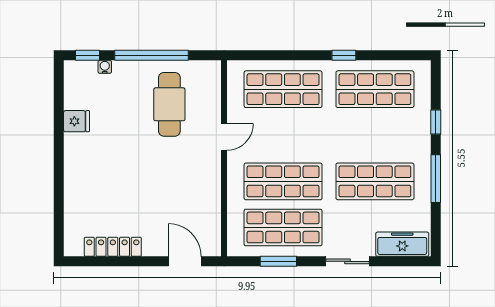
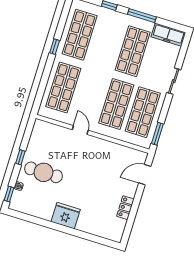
window: (151, 55) -> (20, 157), width x0.32
cafe table: (169, 104) -> (43, 172), moved
fridge: (77, 121) -> (66, 216), moved, width x1.88, depth x1.34
freezer: (402, 244) -> (168, 35), moved, turned -90
locker: (113, 247) -> (125, 208), width x0.66
window: (278, 261) -> (157, 134), moved

